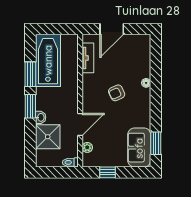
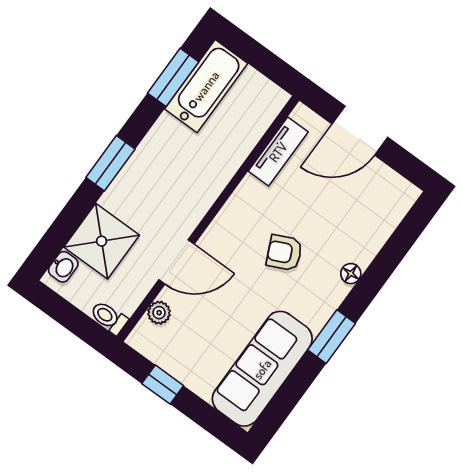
bathtub: (48, 60) -> (206, 86), width x0.73, depth x0.73
window: (30, 74) -> (173, 77), moved
washbasin: (41, 117) -> (63, 267), moved
window: (156, 143) -> (332, 337), moved
sofa: (139, 148) -> (262, 369), width x1.36

